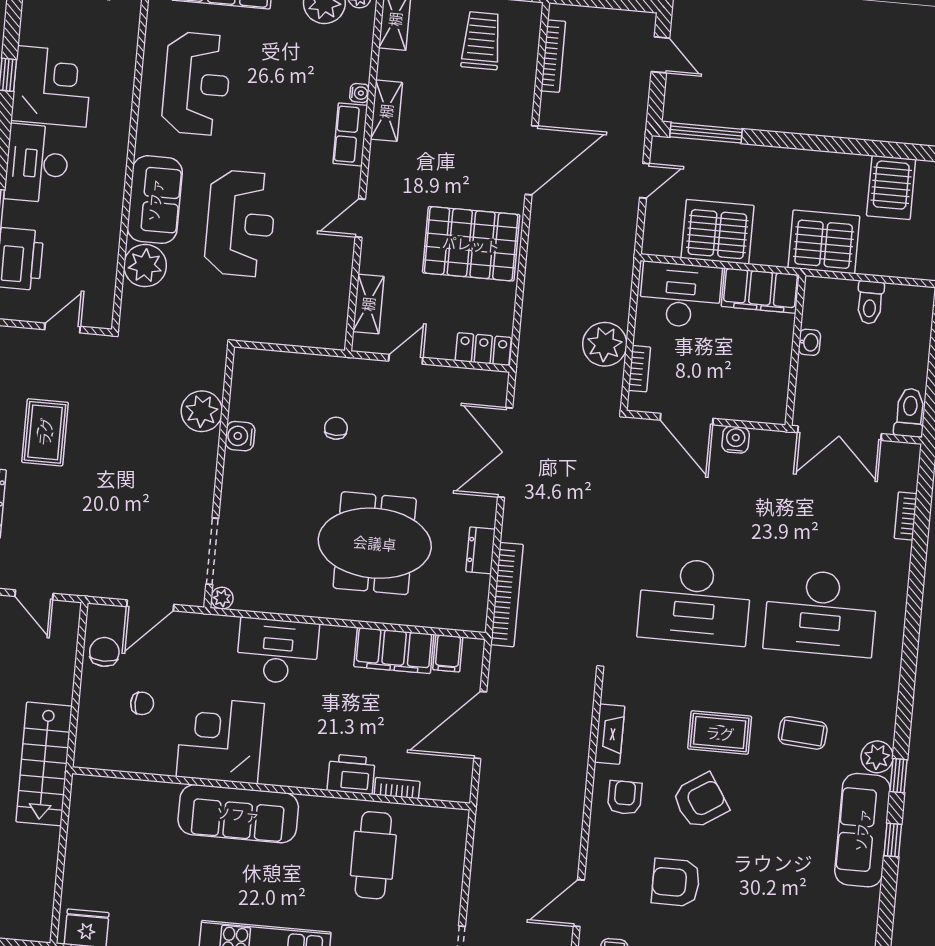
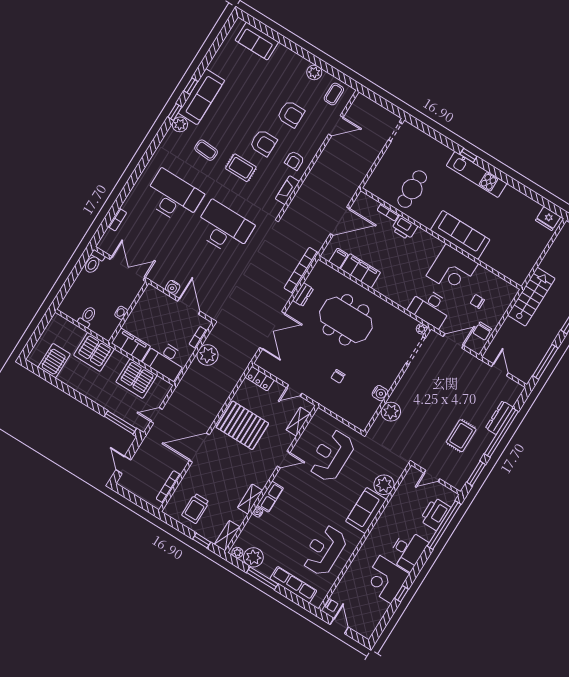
reception desk: (240, 223) -> (331, 456), moved
desk: (278, 651) -> (430, 308), moved
armchair: (700, 801) -> (263, 143), turned -147

